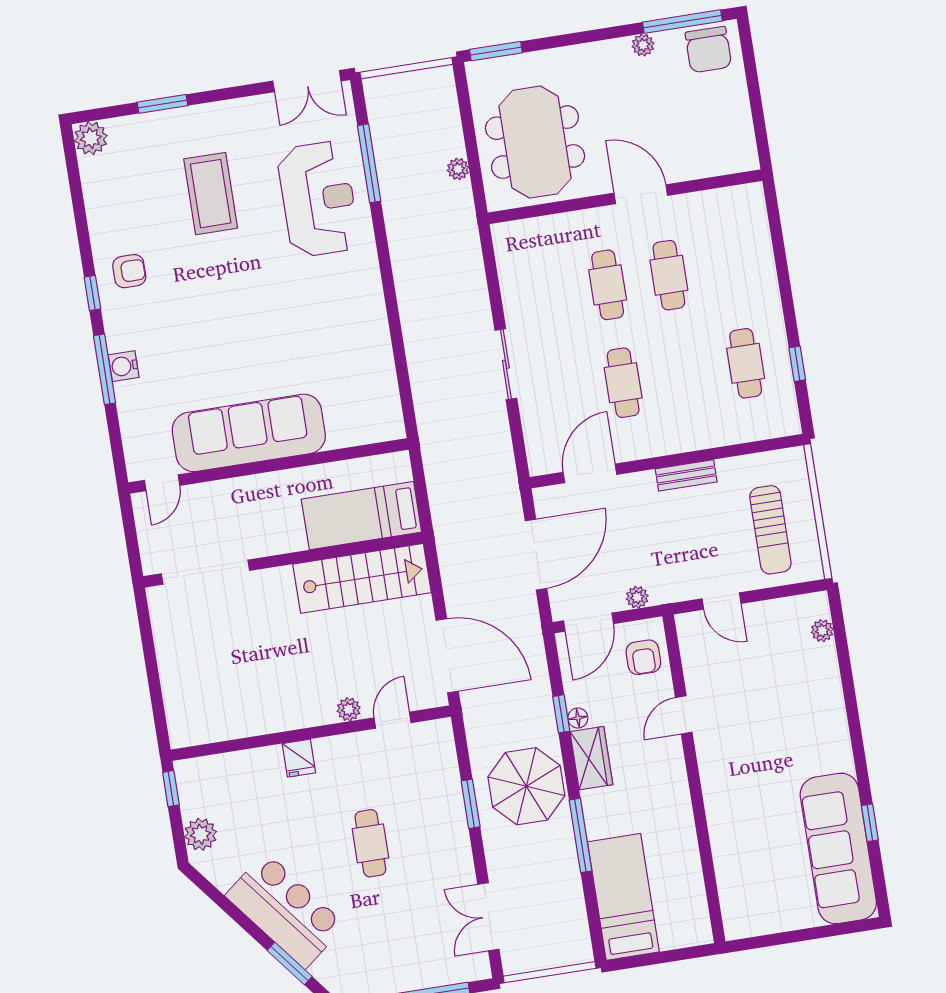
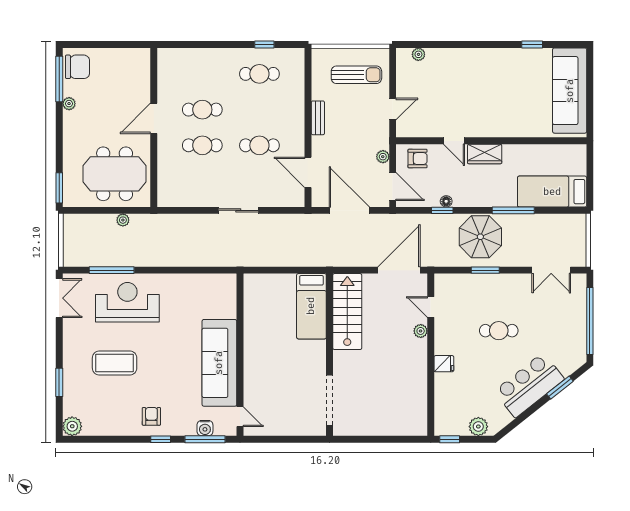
sofa: (249, 433) -> (219, 363), moved
wall: (268, 466) -> (240, 355), moved
door: (162, 483) -> (240, 417), moved
wardrobe: (591, 758) -> (485, 154), moved, turned 180
sofa: (838, 849) -> (570, 91), moved, turned 90

